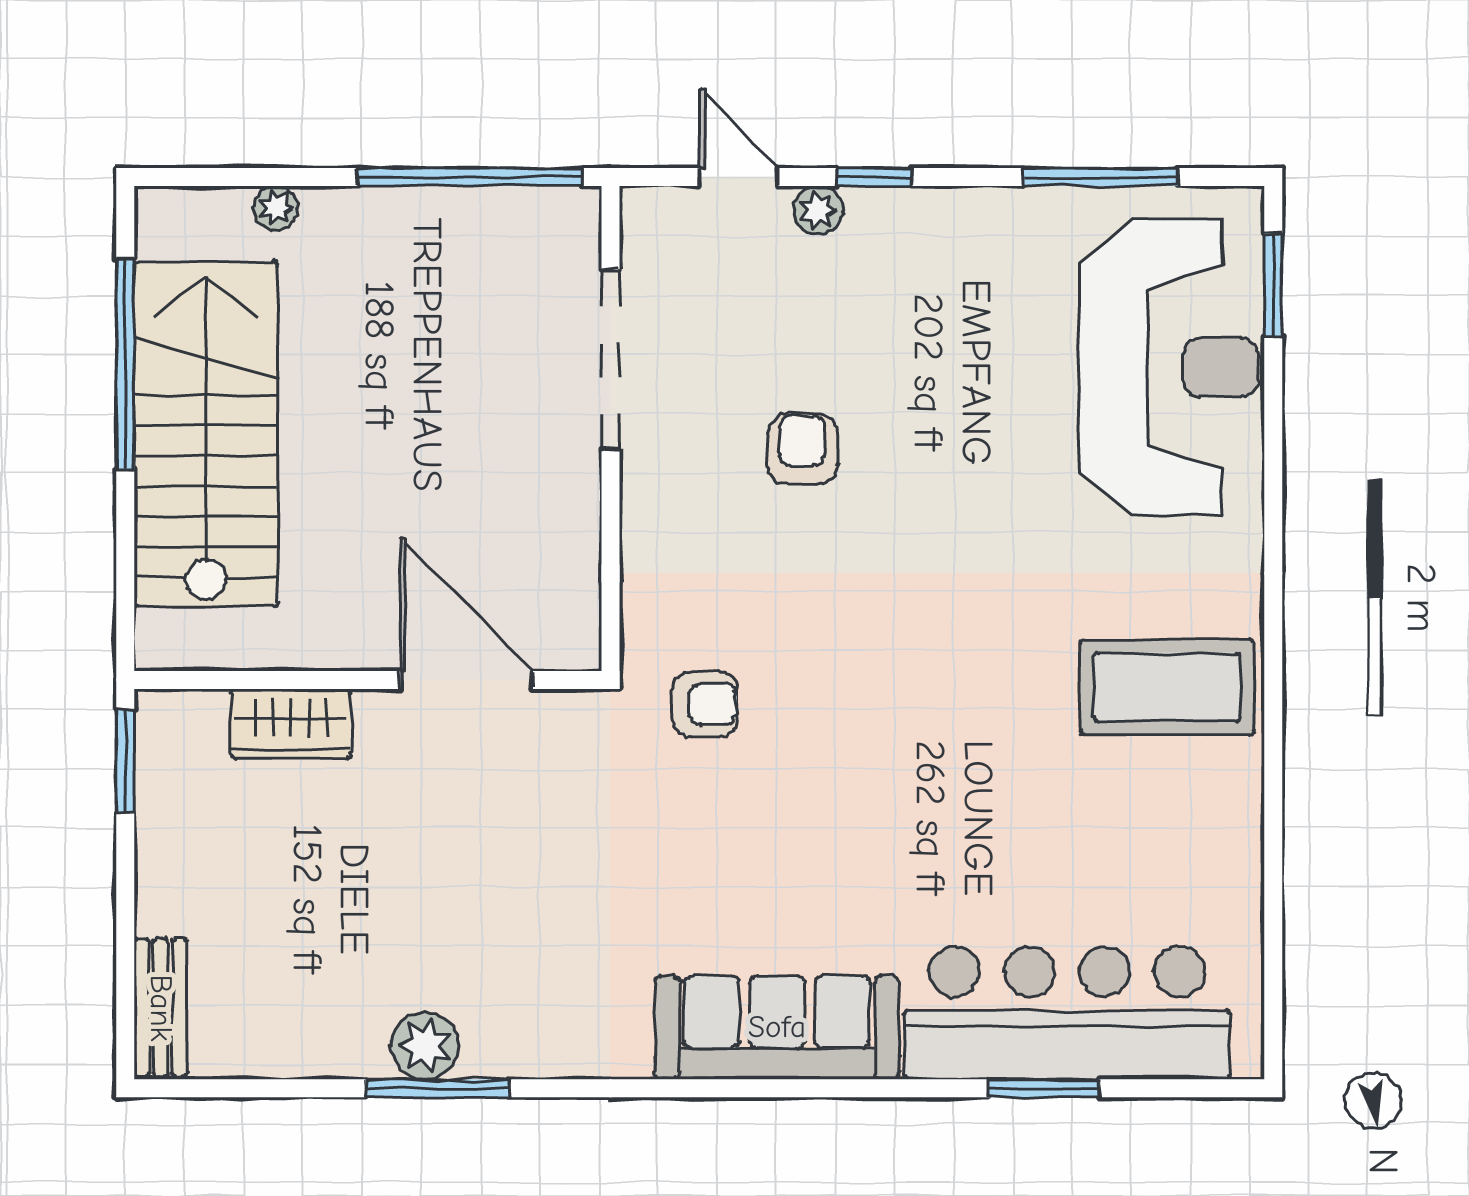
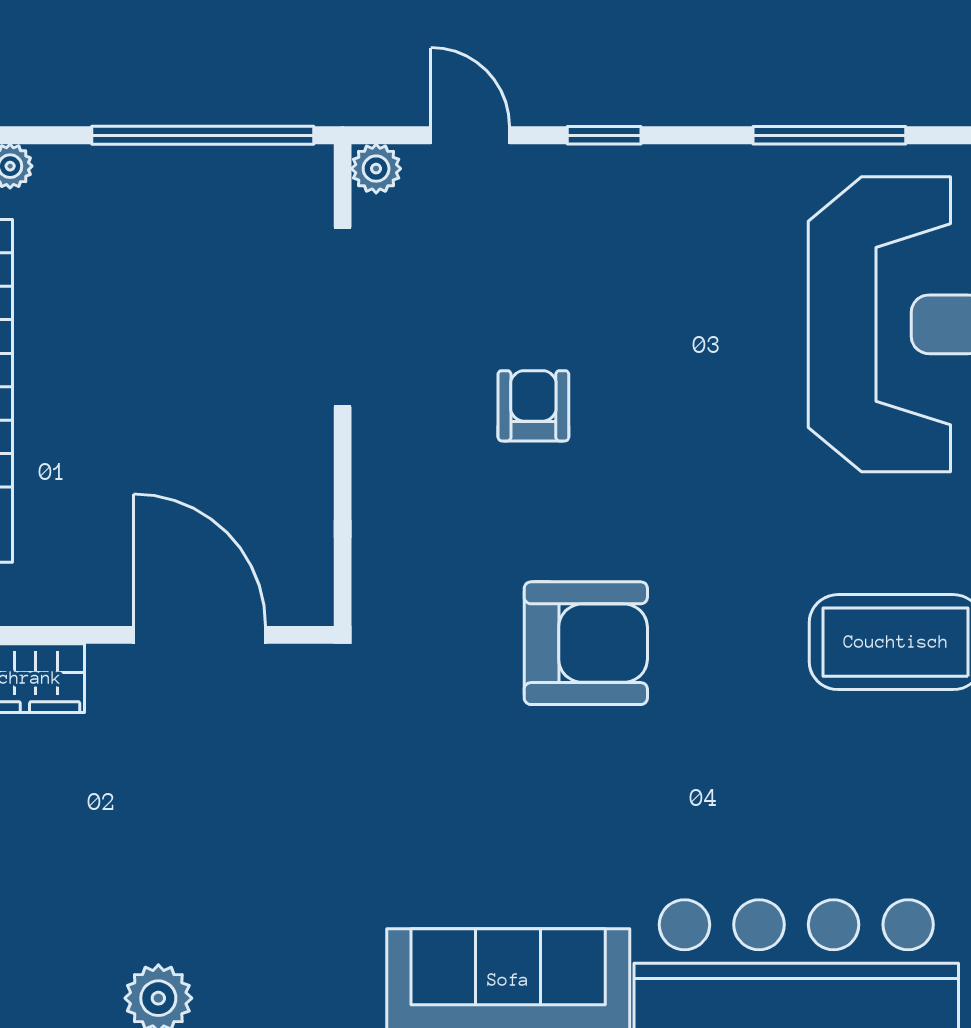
plant: (818, 211) -> (376, 169), moved
armchair: (705, 704) -> (586, 643), moved, width x1.88, depth x1.88

